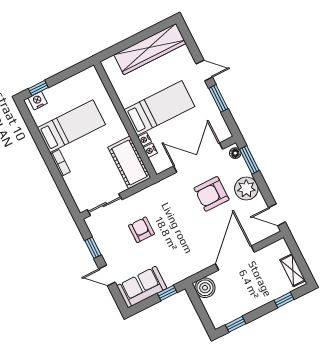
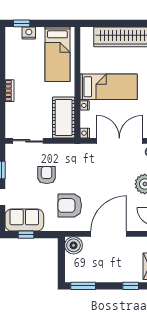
nightstand: (38, 101) -> (29, 33), moved
bed: (71, 126) -> (57, 54), moved, turned 90
nightstand: (150, 150) -> (85, 133), moved
armchair: (211, 194) -> (70, 205), moved
window: (167, 293) -> (26, 235), moved
window: (236, 324) -> (83, 286), width x1.50

